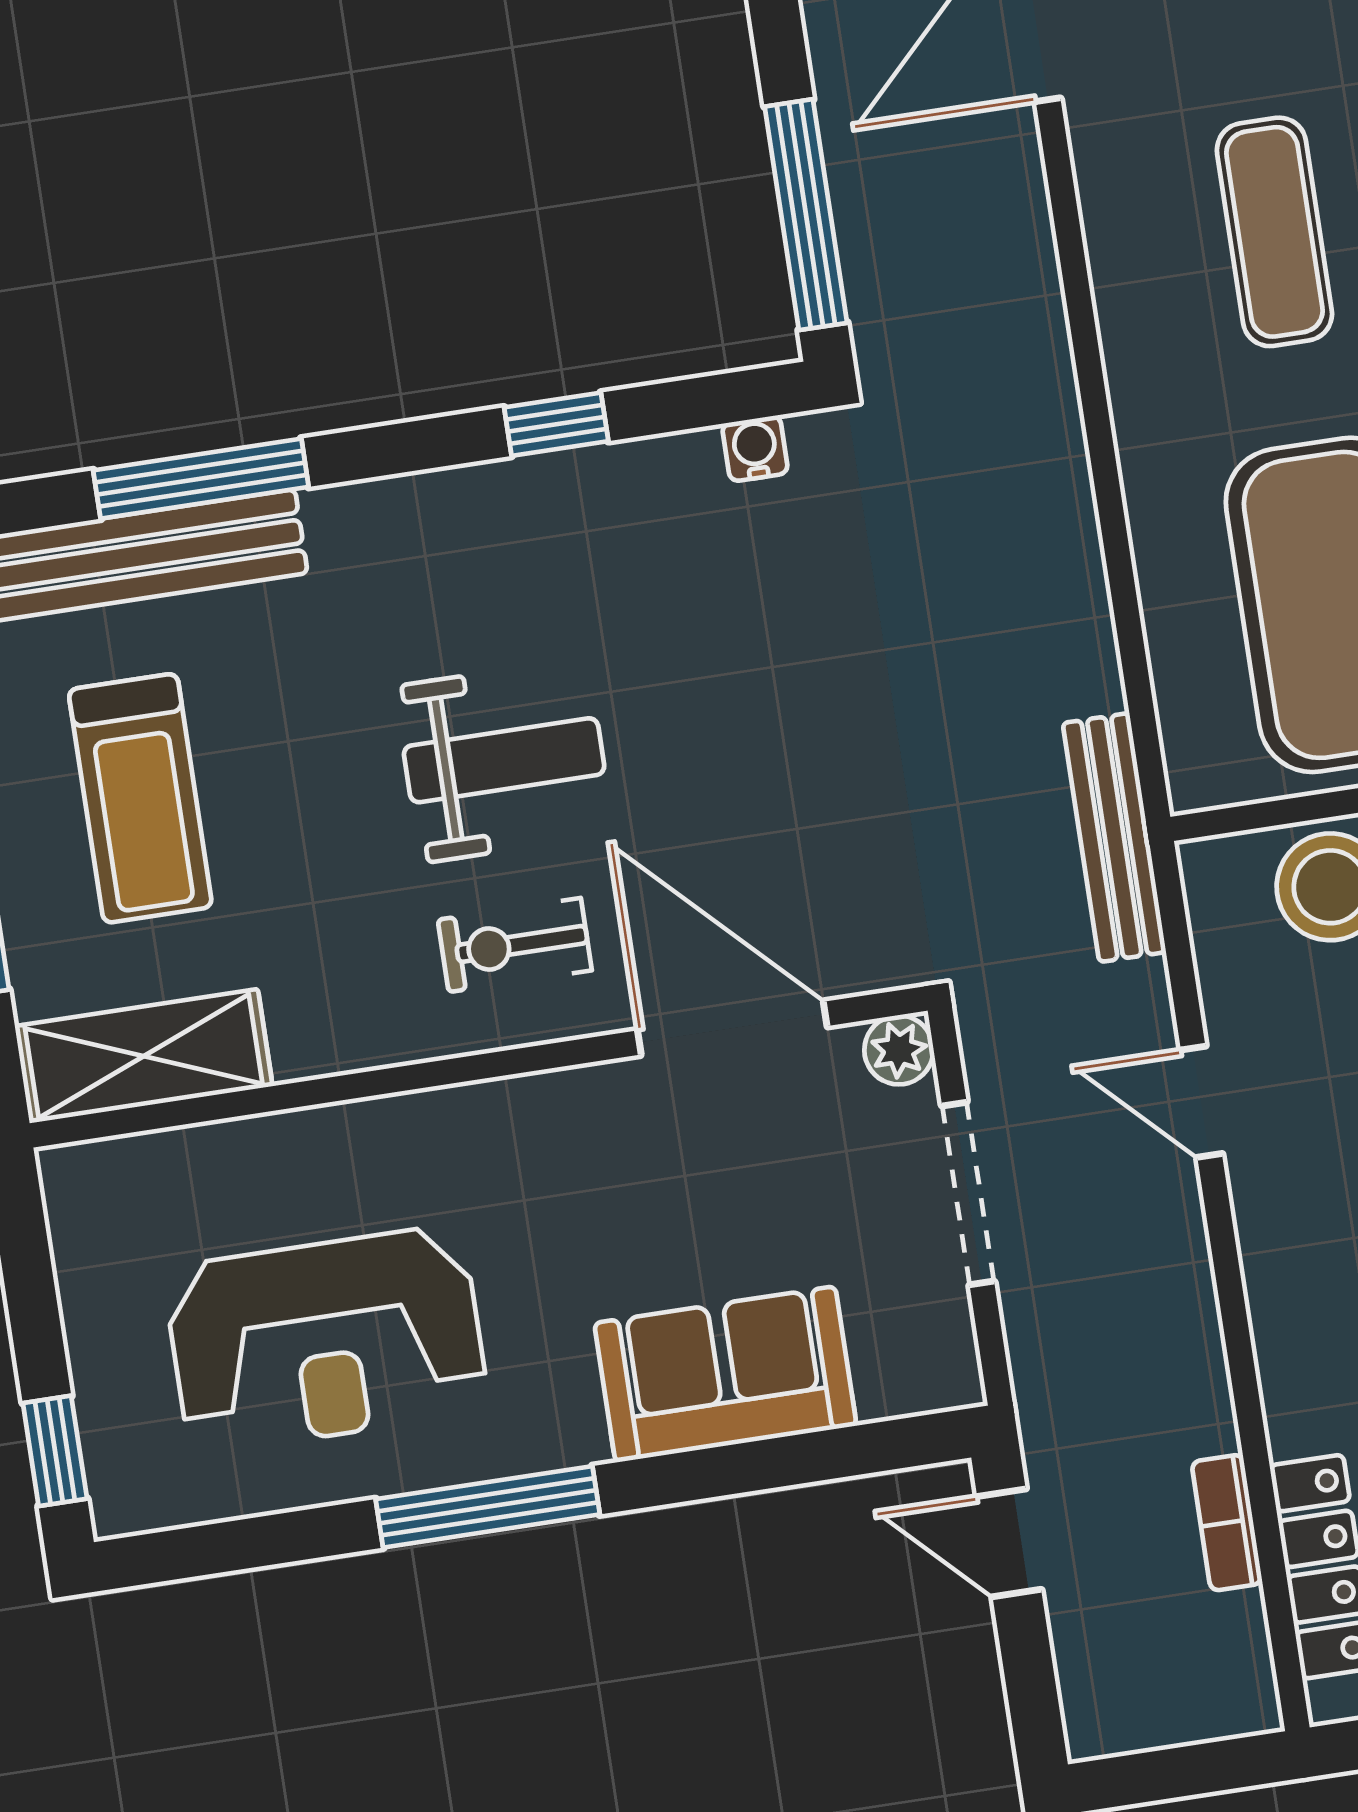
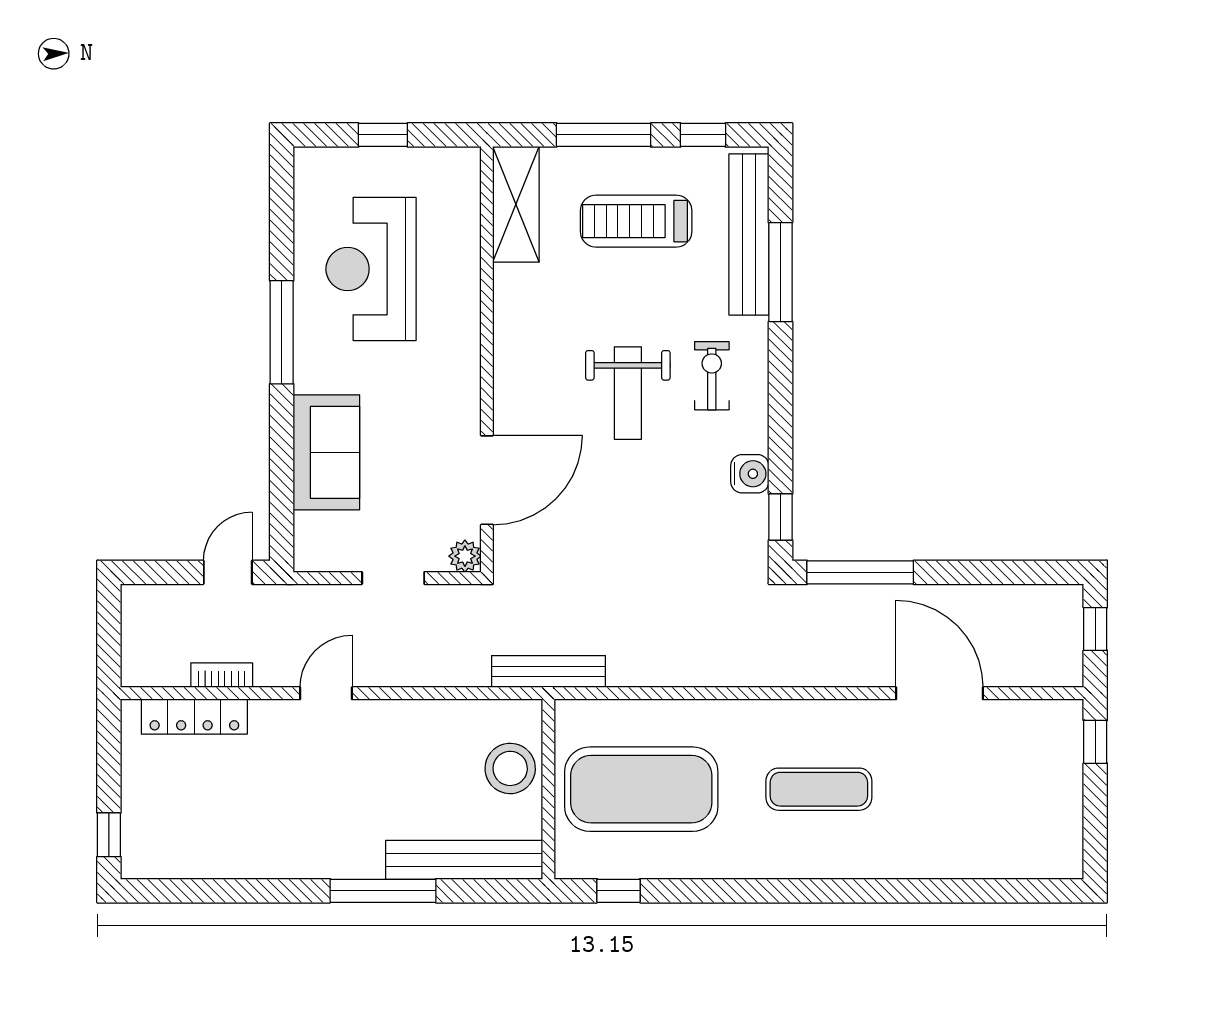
window: (556, 424) -> (781, 517), moved
water cooler: (755, 448) -> (750, 474), moved, width x1.38, depth x1.38
exercise bike: (515, 945) -> (712, 376), moved
door: (1201, 1102) -> (326, 693), moved
doorway: (968, 1194) -> (393, 578), width x0.73
window: (55, 1451) -> (383, 135), moved

